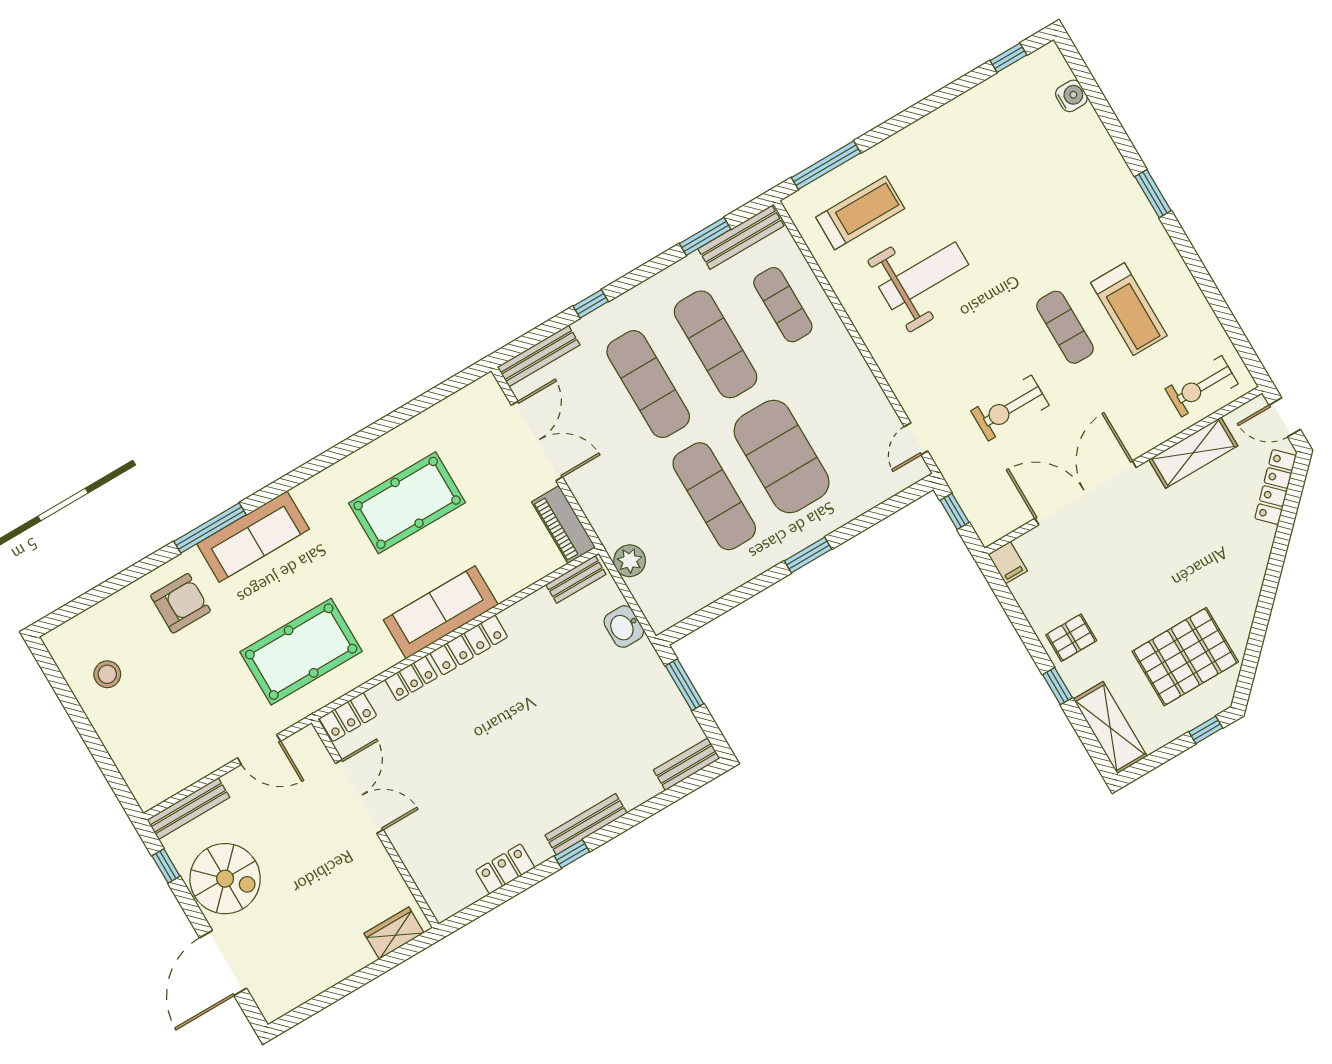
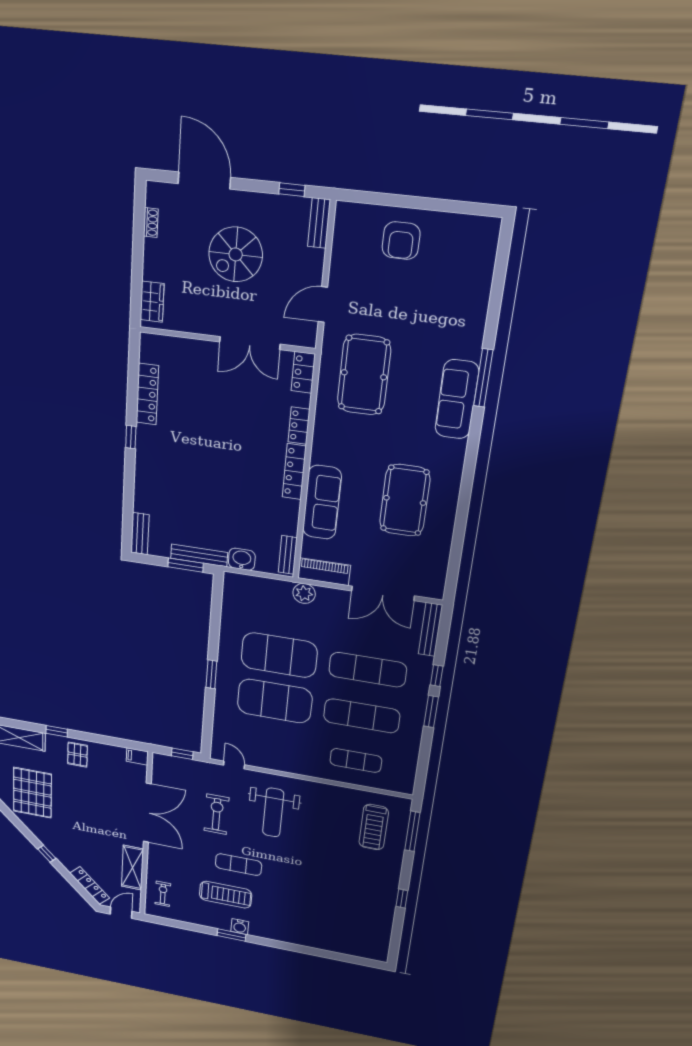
window: (1008, 58) -> (402, 899), moved
water cooler: (1071, 96) -> (240, 927), moved
window: (1153, 194) -> (231, 935), moved
window: (705, 236) -> (431, 712), moved
bench: (741, 237) -> (409, 769), removed
weight bench: (924, 276) -> (273, 812), moved
treadmill: (1129, 309) -> (225, 895), turned 180
exercise bike: (1202, 386) -> (163, 894), width x0.73, depth x0.72
exercise mat: (714, 496) -> (279, 655), width x1.47
plant: (630, 561) -> (304, 593), moved
window: (1272, 576) -> (47, 854), added
armchair: (181, 603) -> (401, 241), moved
sofa: (441, 612) -> (322, 502), moved
stool: (107, 674) -> (443, 244), removed
bench: (188, 809) -> (319, 223), width x0.73
bench: (586, 824) -> (199, 555), moved, turned 90
locker: (505, 869) -> (147, 394), width x1.53
spiral stairs: (225, 879) -> (236, 254), moved
shoe rack: (309, 991) -> (151, 222), added

